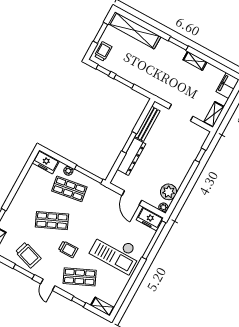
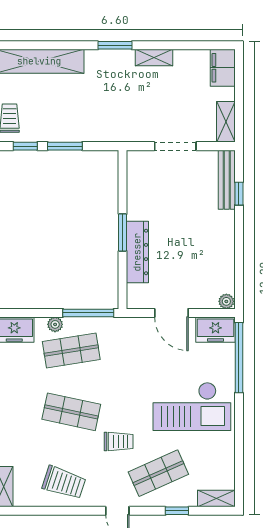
bench: (148, 124) -> (227, 180), moved
plant: (169, 192) -> (222, 274), removed
shop shelf: (52, 221) -> (71, 412), turned 36
window: (24, 272) -> (71, 511), removed

